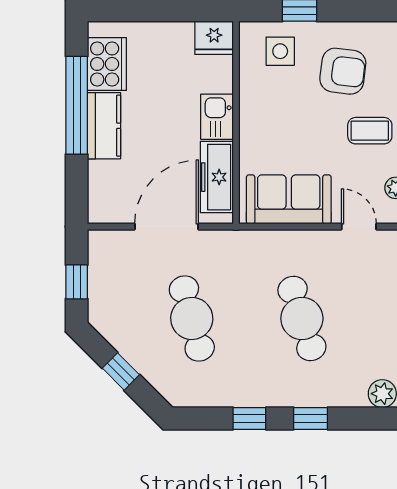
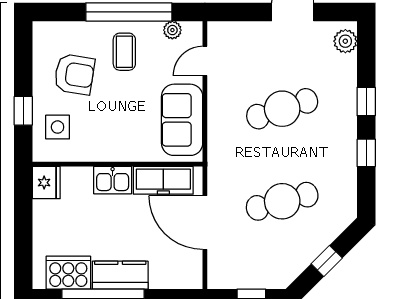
armchair: (343, 71) -> (74, 74), turned 92

